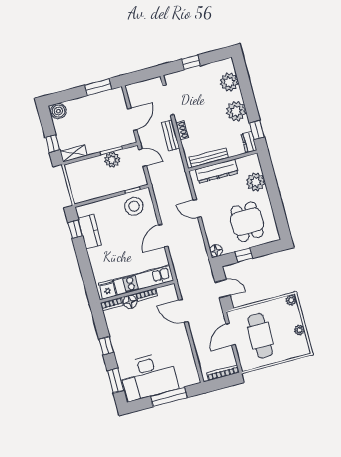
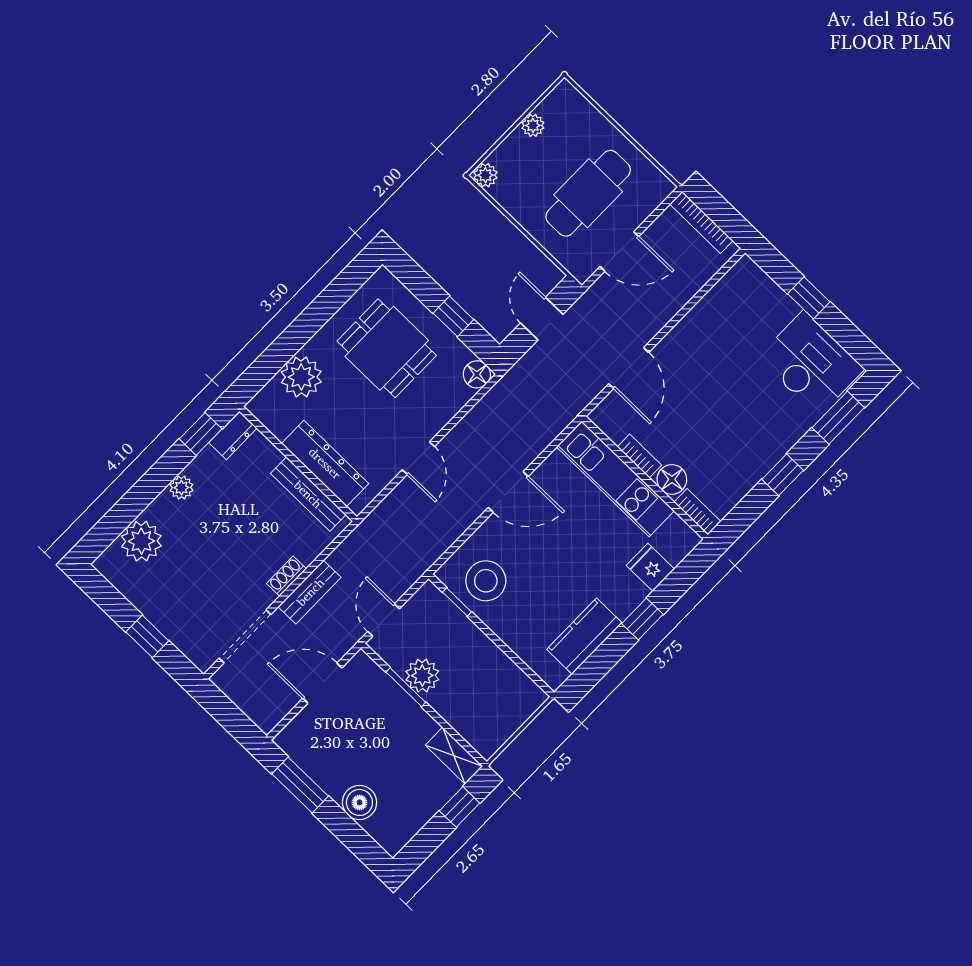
boiler: (58, 111) -> (359, 802), moved
plant: (236, 111) -> (181, 488), width x0.53, depth x0.53
dining table: (247, 222) -> (387, 348), turned 90
window: (75, 229) -> (642, 619), moved
fridge: (107, 289) -> (650, 567), moved, turned 90
desk: (149, 376) -> (811, 363), width x0.73, depth x0.77
window: (169, 397) -> (809, 298), width x0.46

